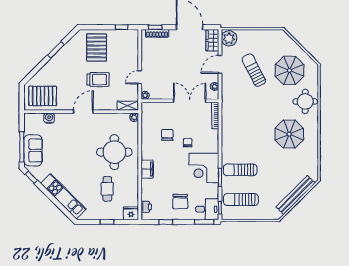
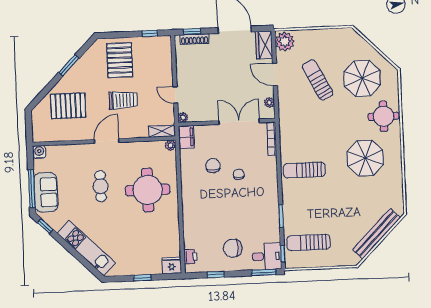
door: (220, 64) -> (275, 74), hinge flipped
door: (140, 77) -> (175, 95), hinge flipped
pallet: (43, 96) -> (68, 106), moved
water cooler: (49, 118) -> (39, 152), moved
corner desk: (204, 168) -> (260, 205), removed
filing cabinet: (147, 169) -> (186, 137), moved
sun lounger: (240, 170) -> (304, 170), moved
cafe table: (107, 189) -> (101, 186), moved
chair: (180, 201) -> (233, 248), turned 90

